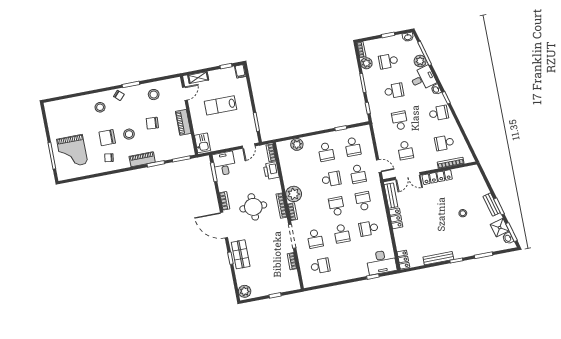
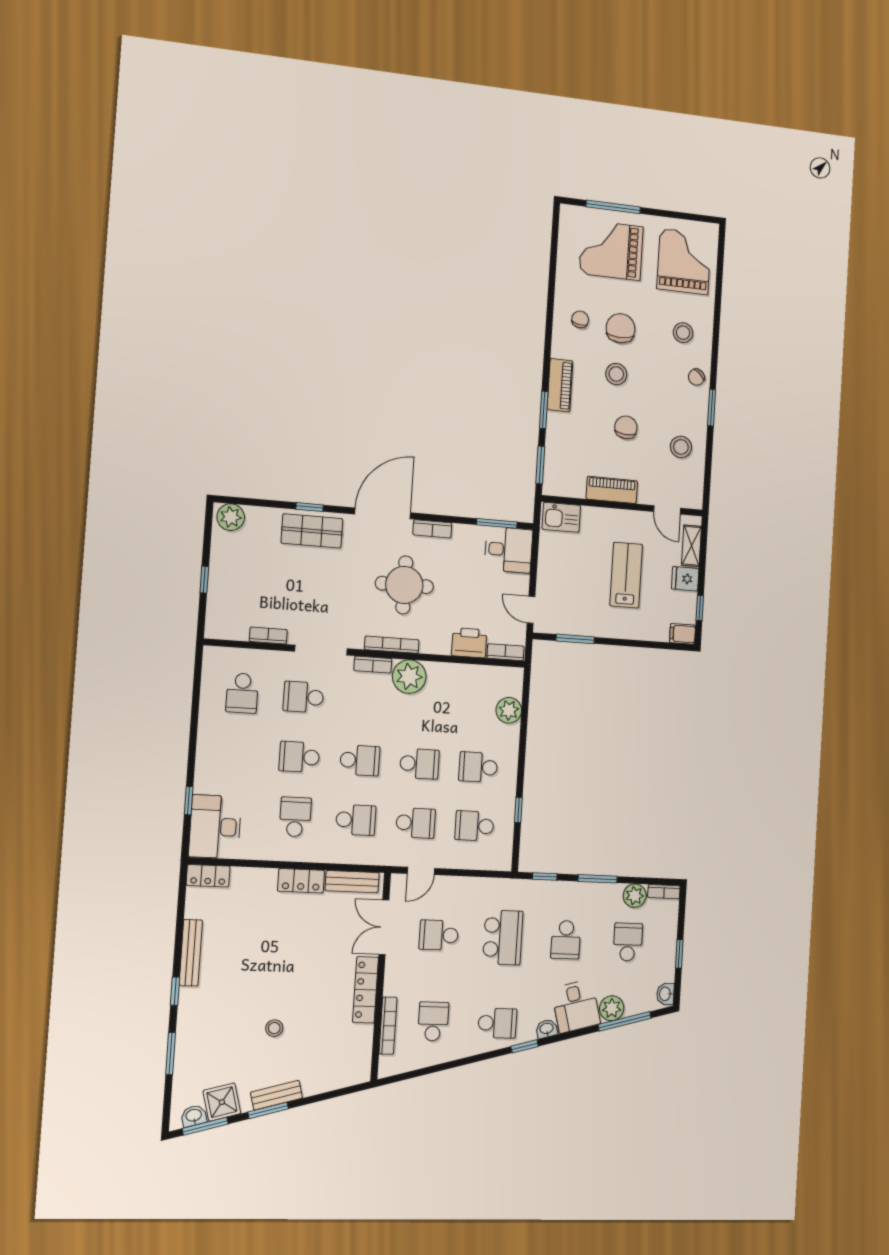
fridge: (214, 77) -> (685, 579), added
school desk: (439, 113) -> (497, 1023), turned -90
grand piano: (67, 115) -> (684, 262), added
school desk: (400, 121) -> (503, 937), width x1.85
school desk: (358, 174) -> (416, 823), turned 180
school desk: (331, 179) -> (419, 764), turned -90

